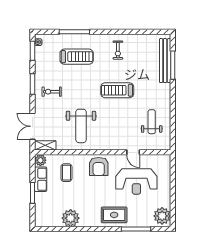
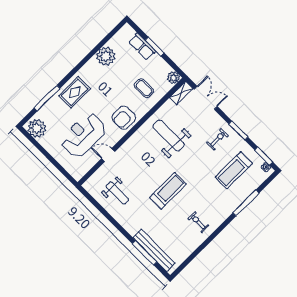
treadmill: (77, 57) -> (234, 170), moved
armchair: (99, 166) -> (124, 118), turned -90
row of seats: (41, 179) -> (142, 47), moved

